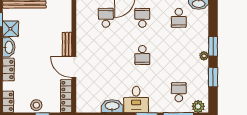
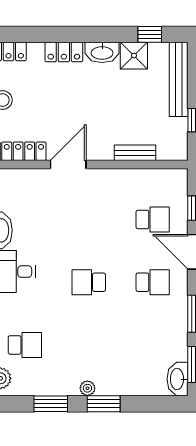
school desk: (179, 18) -> (153, 345), removed
bench: (67, 44) -> (135, 153), moved

